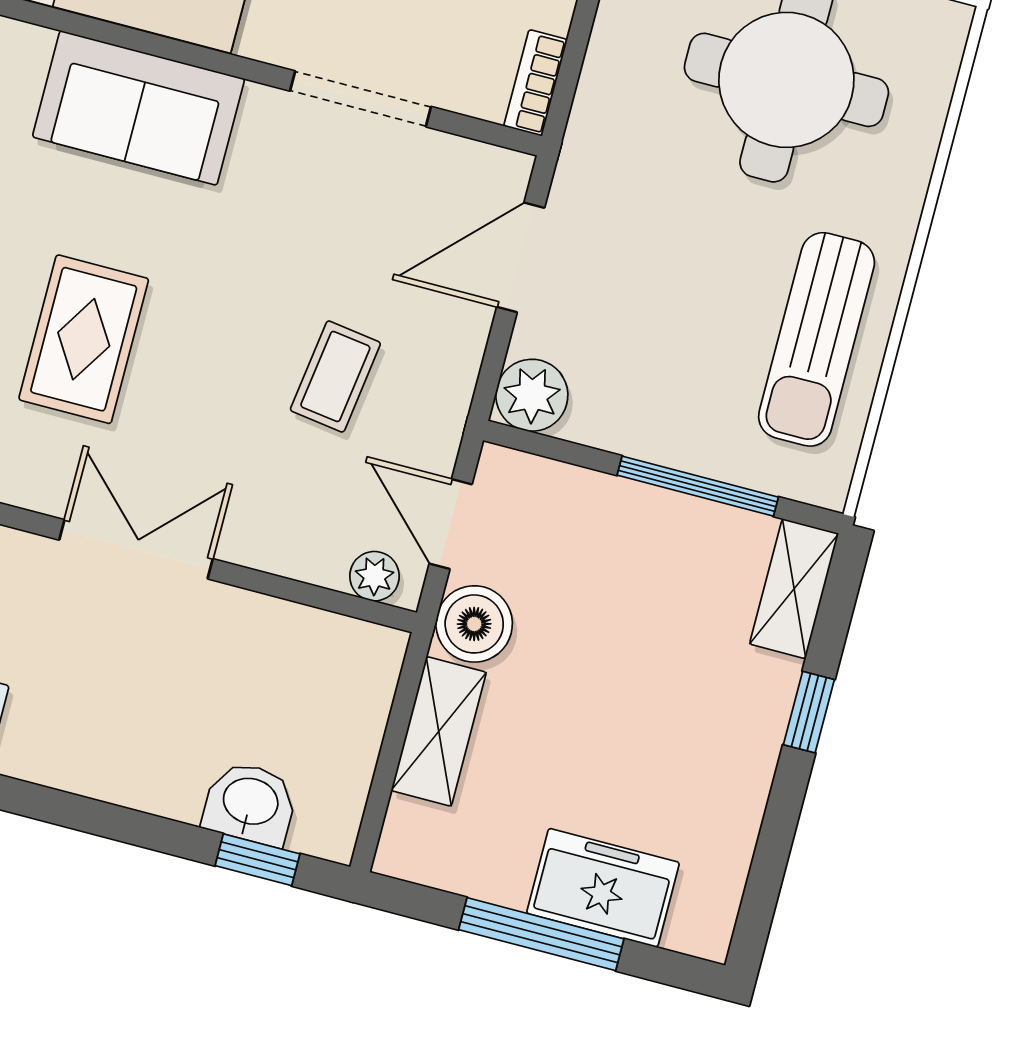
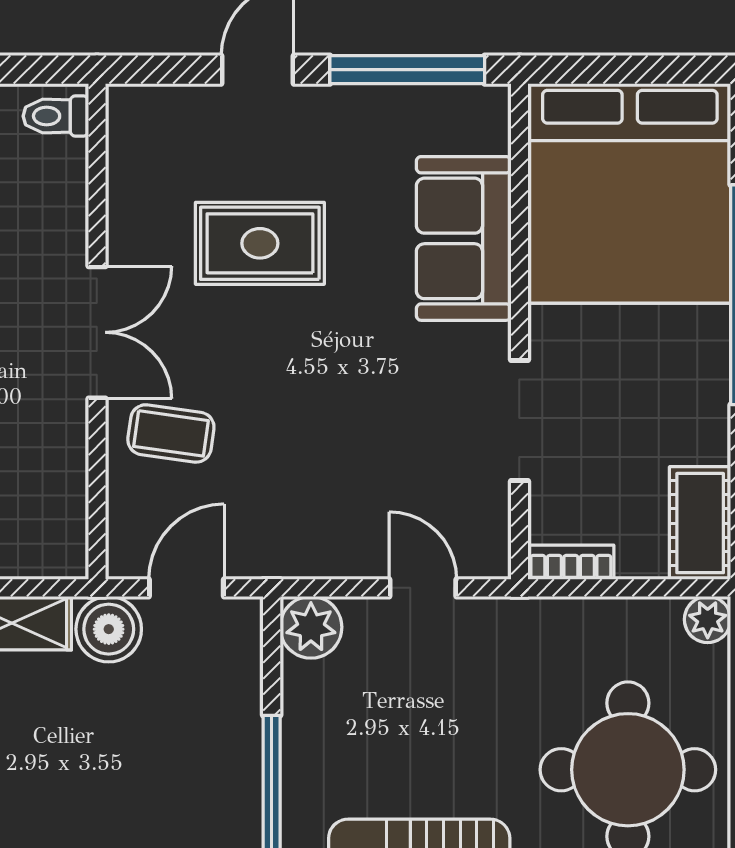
door: (521, 257) -> (423, 588), width x0.73
coffee table: (335, 376) -> (171, 433), moved
plant: (374, 576) -> (127, 536), removed

